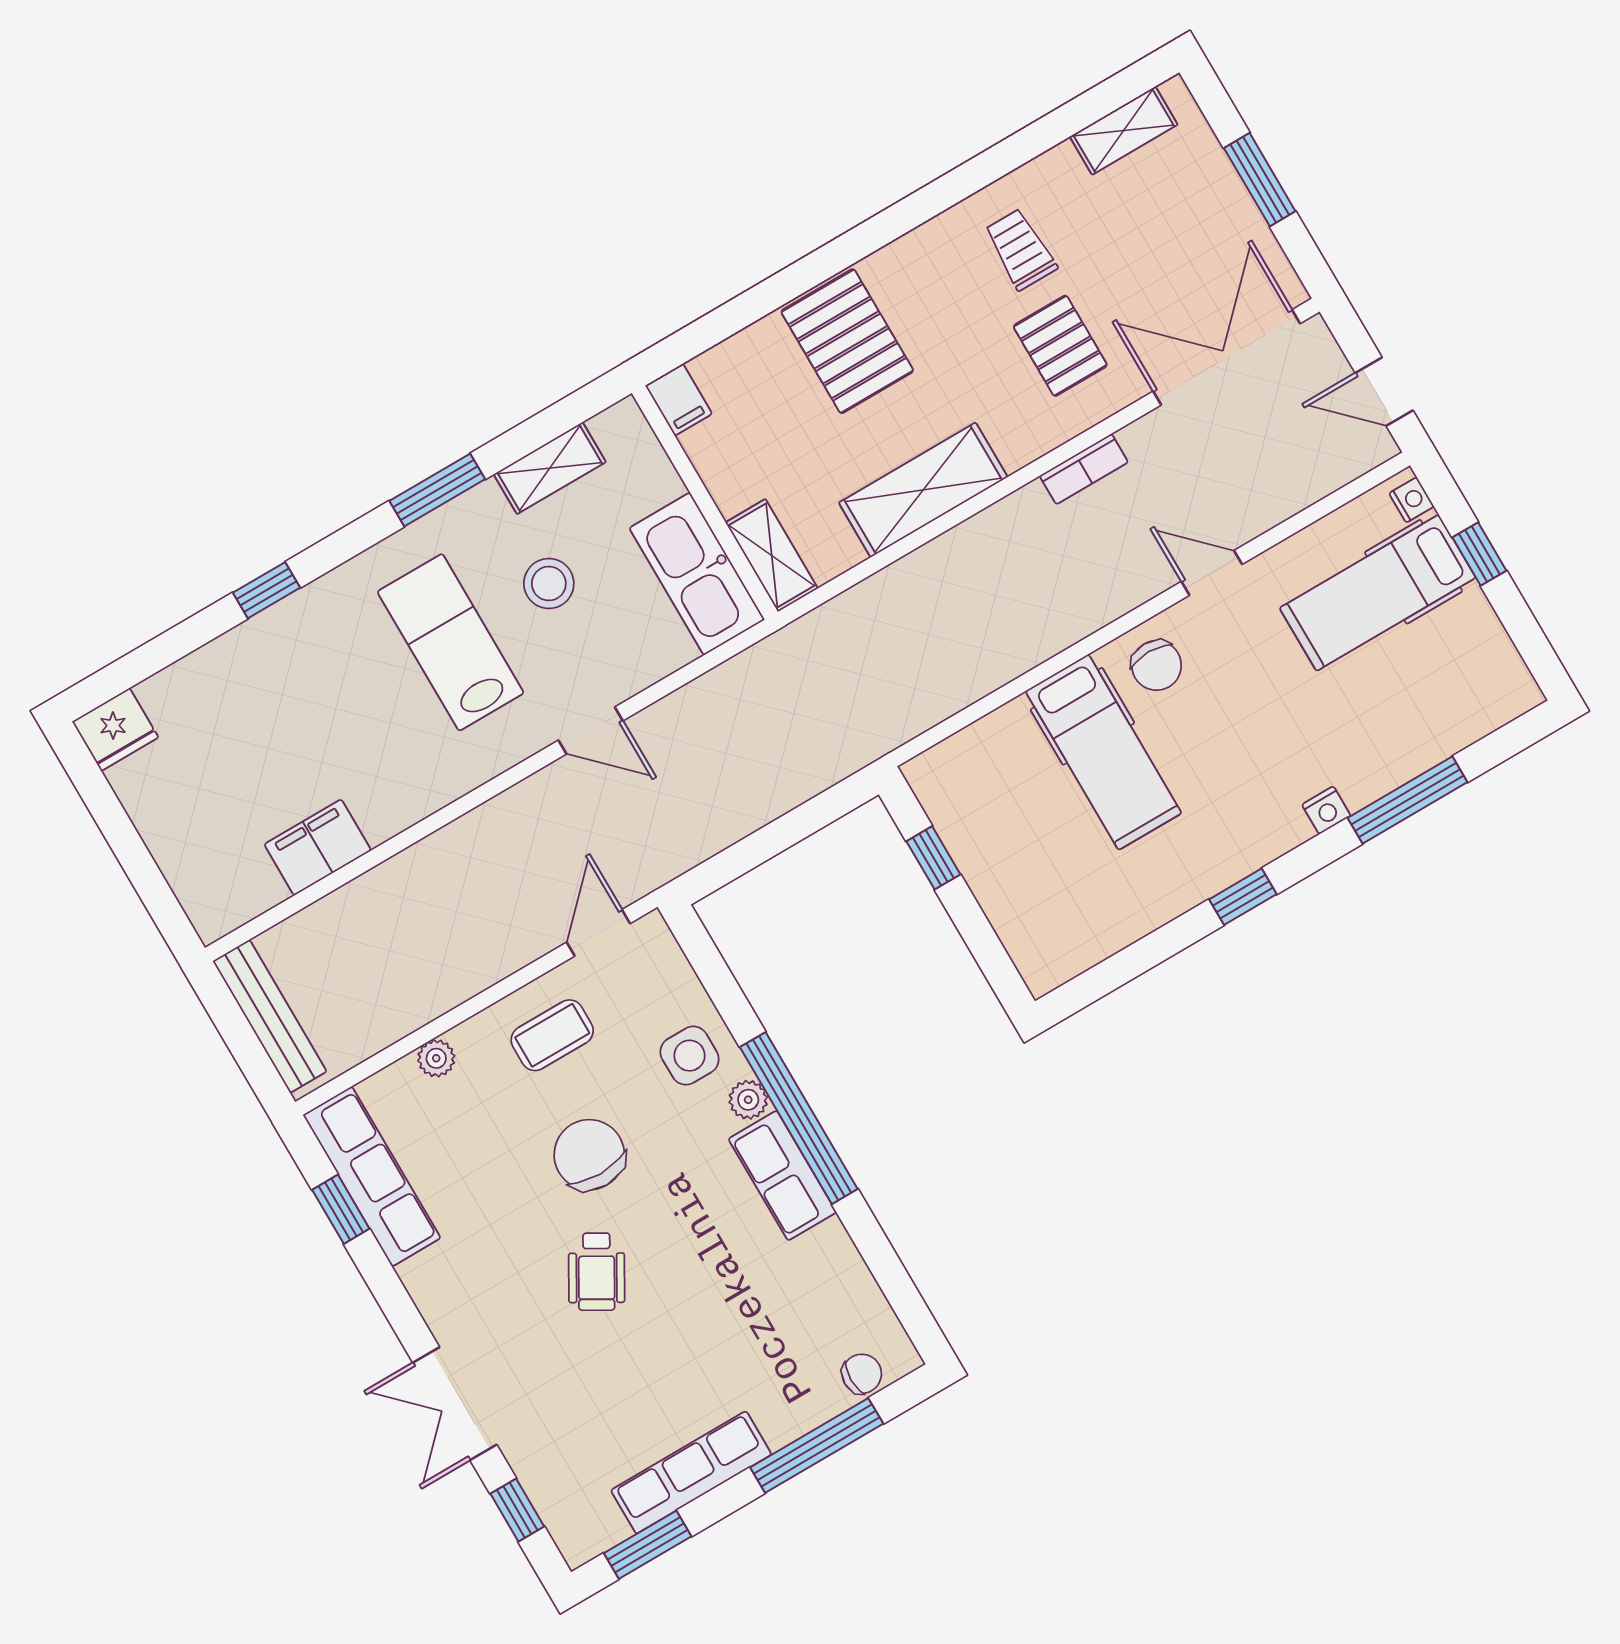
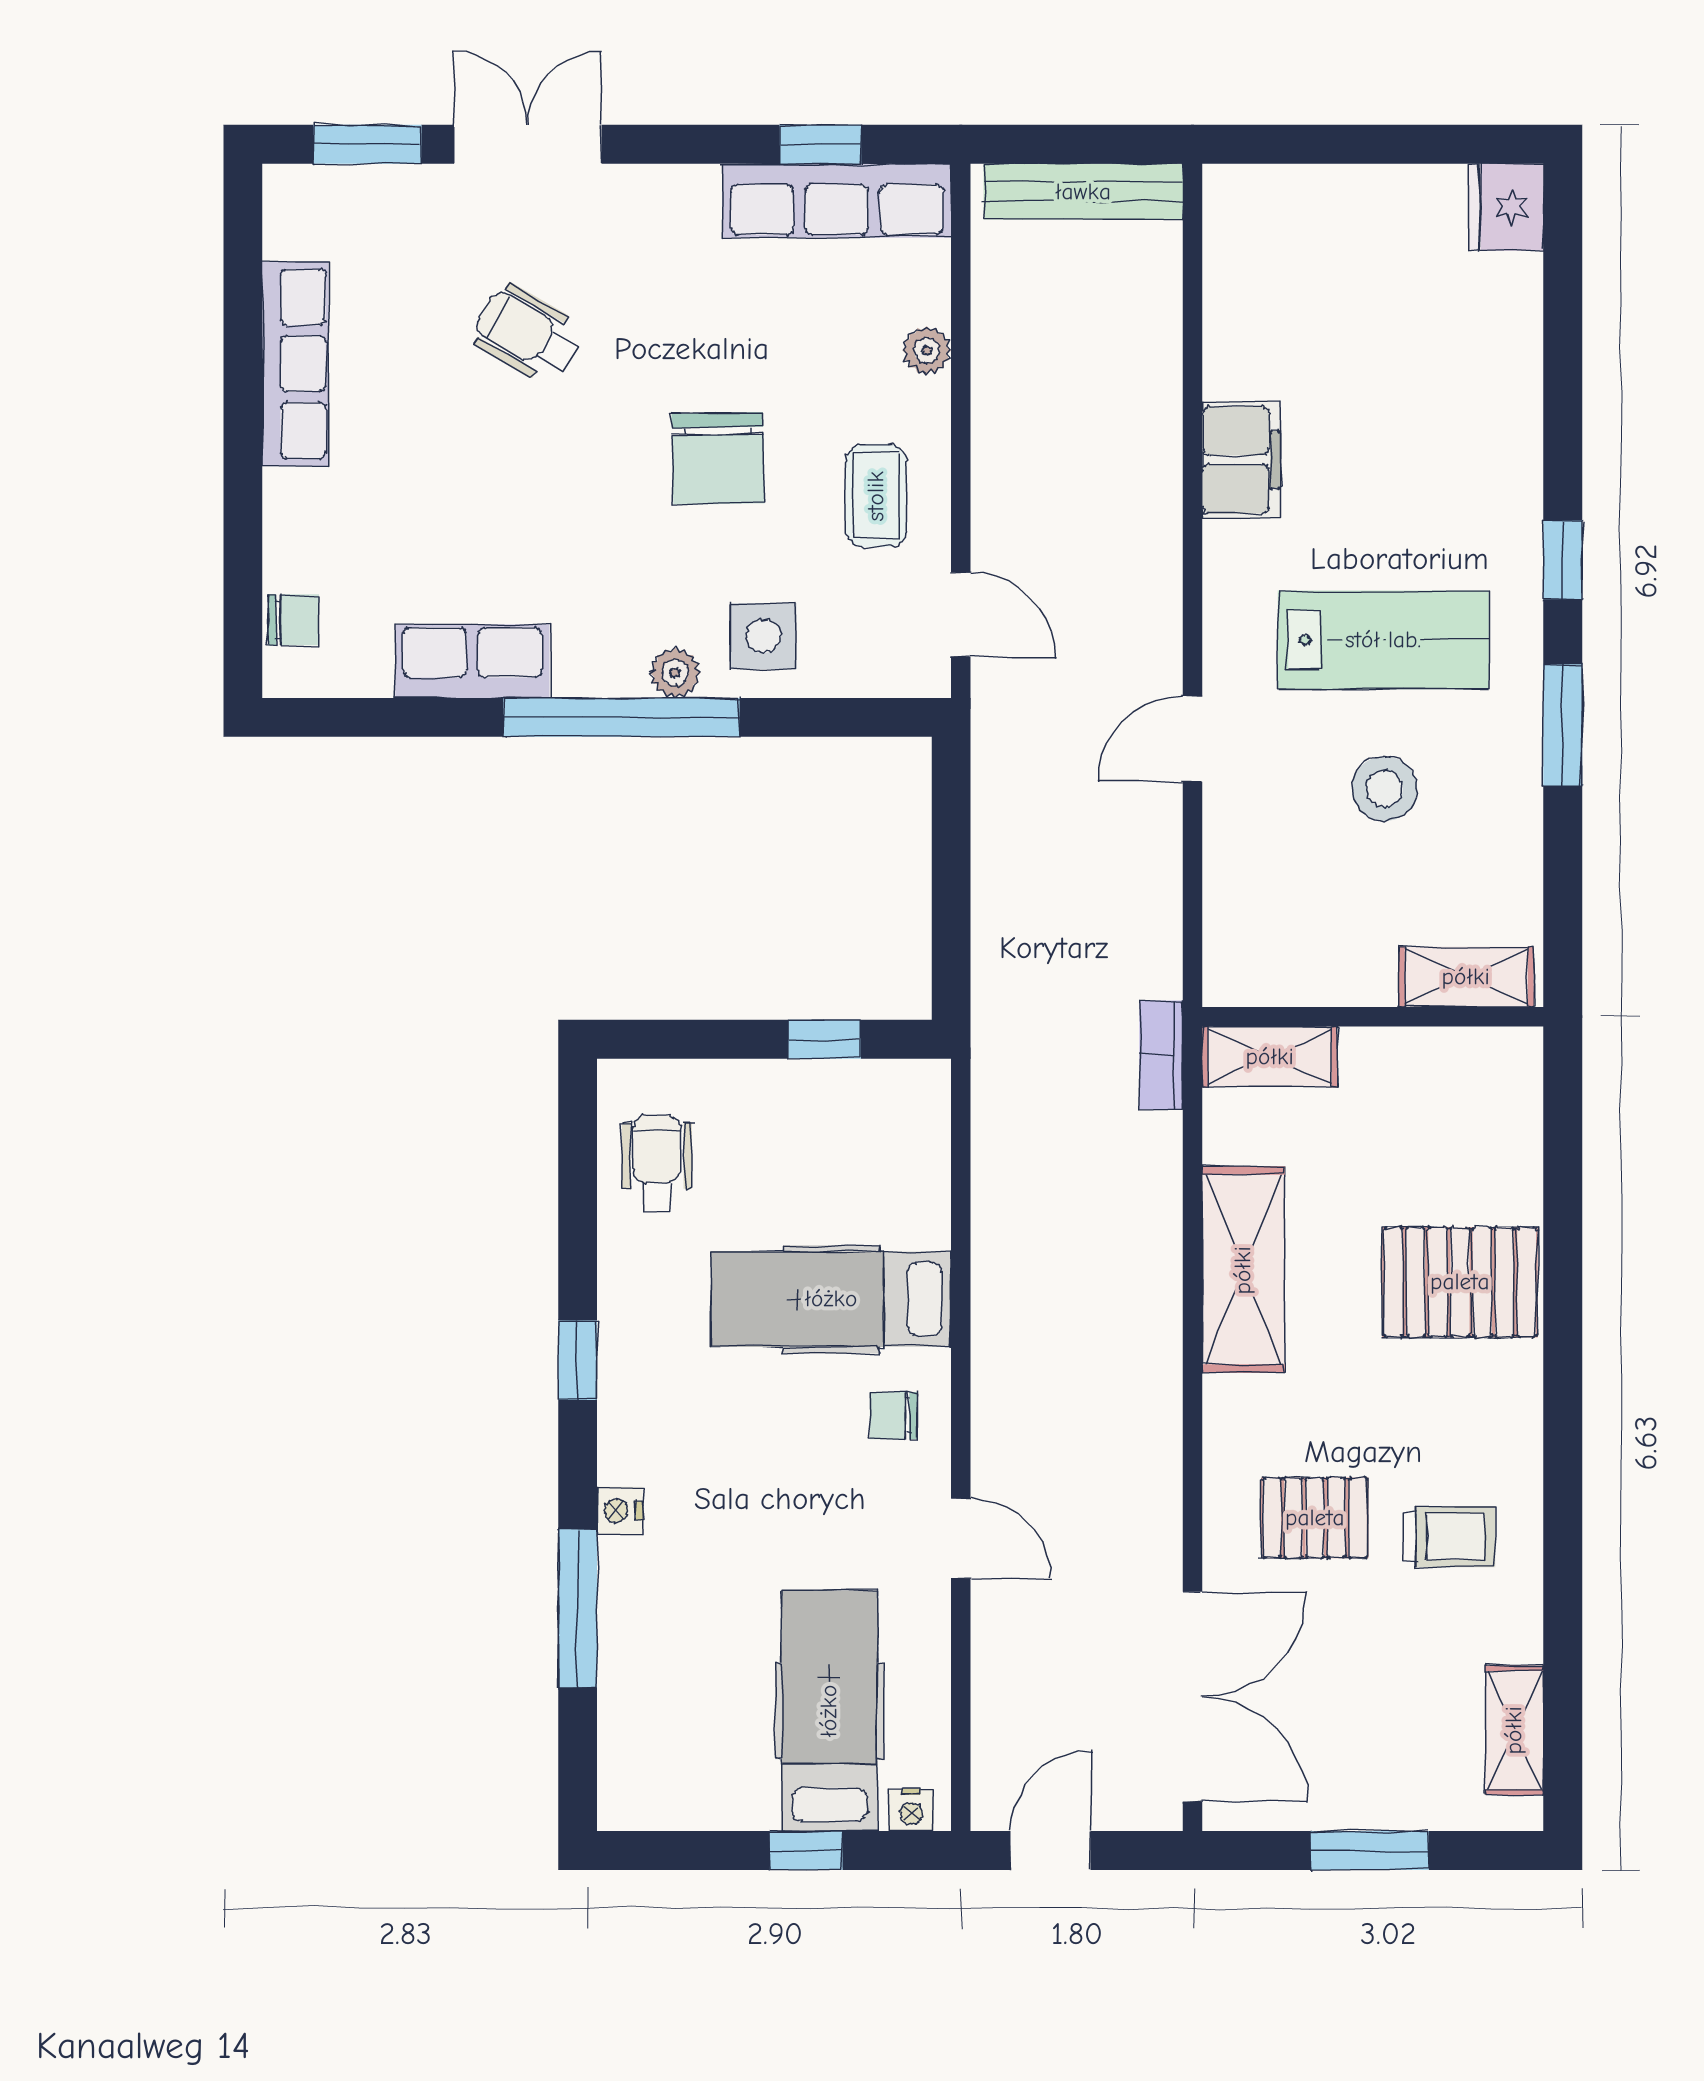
filing cabinet: (679, 400) -> (1505, 1055), removed
shelving: (550, 468) -> (1466, 977), moved, turned 90
bookcase: (1084, 469) -> (1161, 1055), moved
door: (1212, 573) -> (961, 1538), hinge flipped
kitchen sink: (697, 574) -> (1298, 961), removed
window: (266, 590) -> (1563, 560), moved
chair: (1156, 665) -> (893, 1416), width x0.73, depth x0.73
filing cabinet: (318, 847) -> (1241, 460), moved
wheelchair: (1081, 921) -> (657, 1163), added
chair: (589, 1155) -> (718, 459), turned 89
row of seats: (782, 1176) -> (472, 661), moved
wheelchair: (597, 1272) -> (528, 334), moved
chair: (862, 1374) -> (294, 620), turned -90
window: (817, 1446) -> (243, 522), removed
window: (517, 1510) -> (367, 144), width x1.50
window: (648, 1545) -> (243, 268), removed

